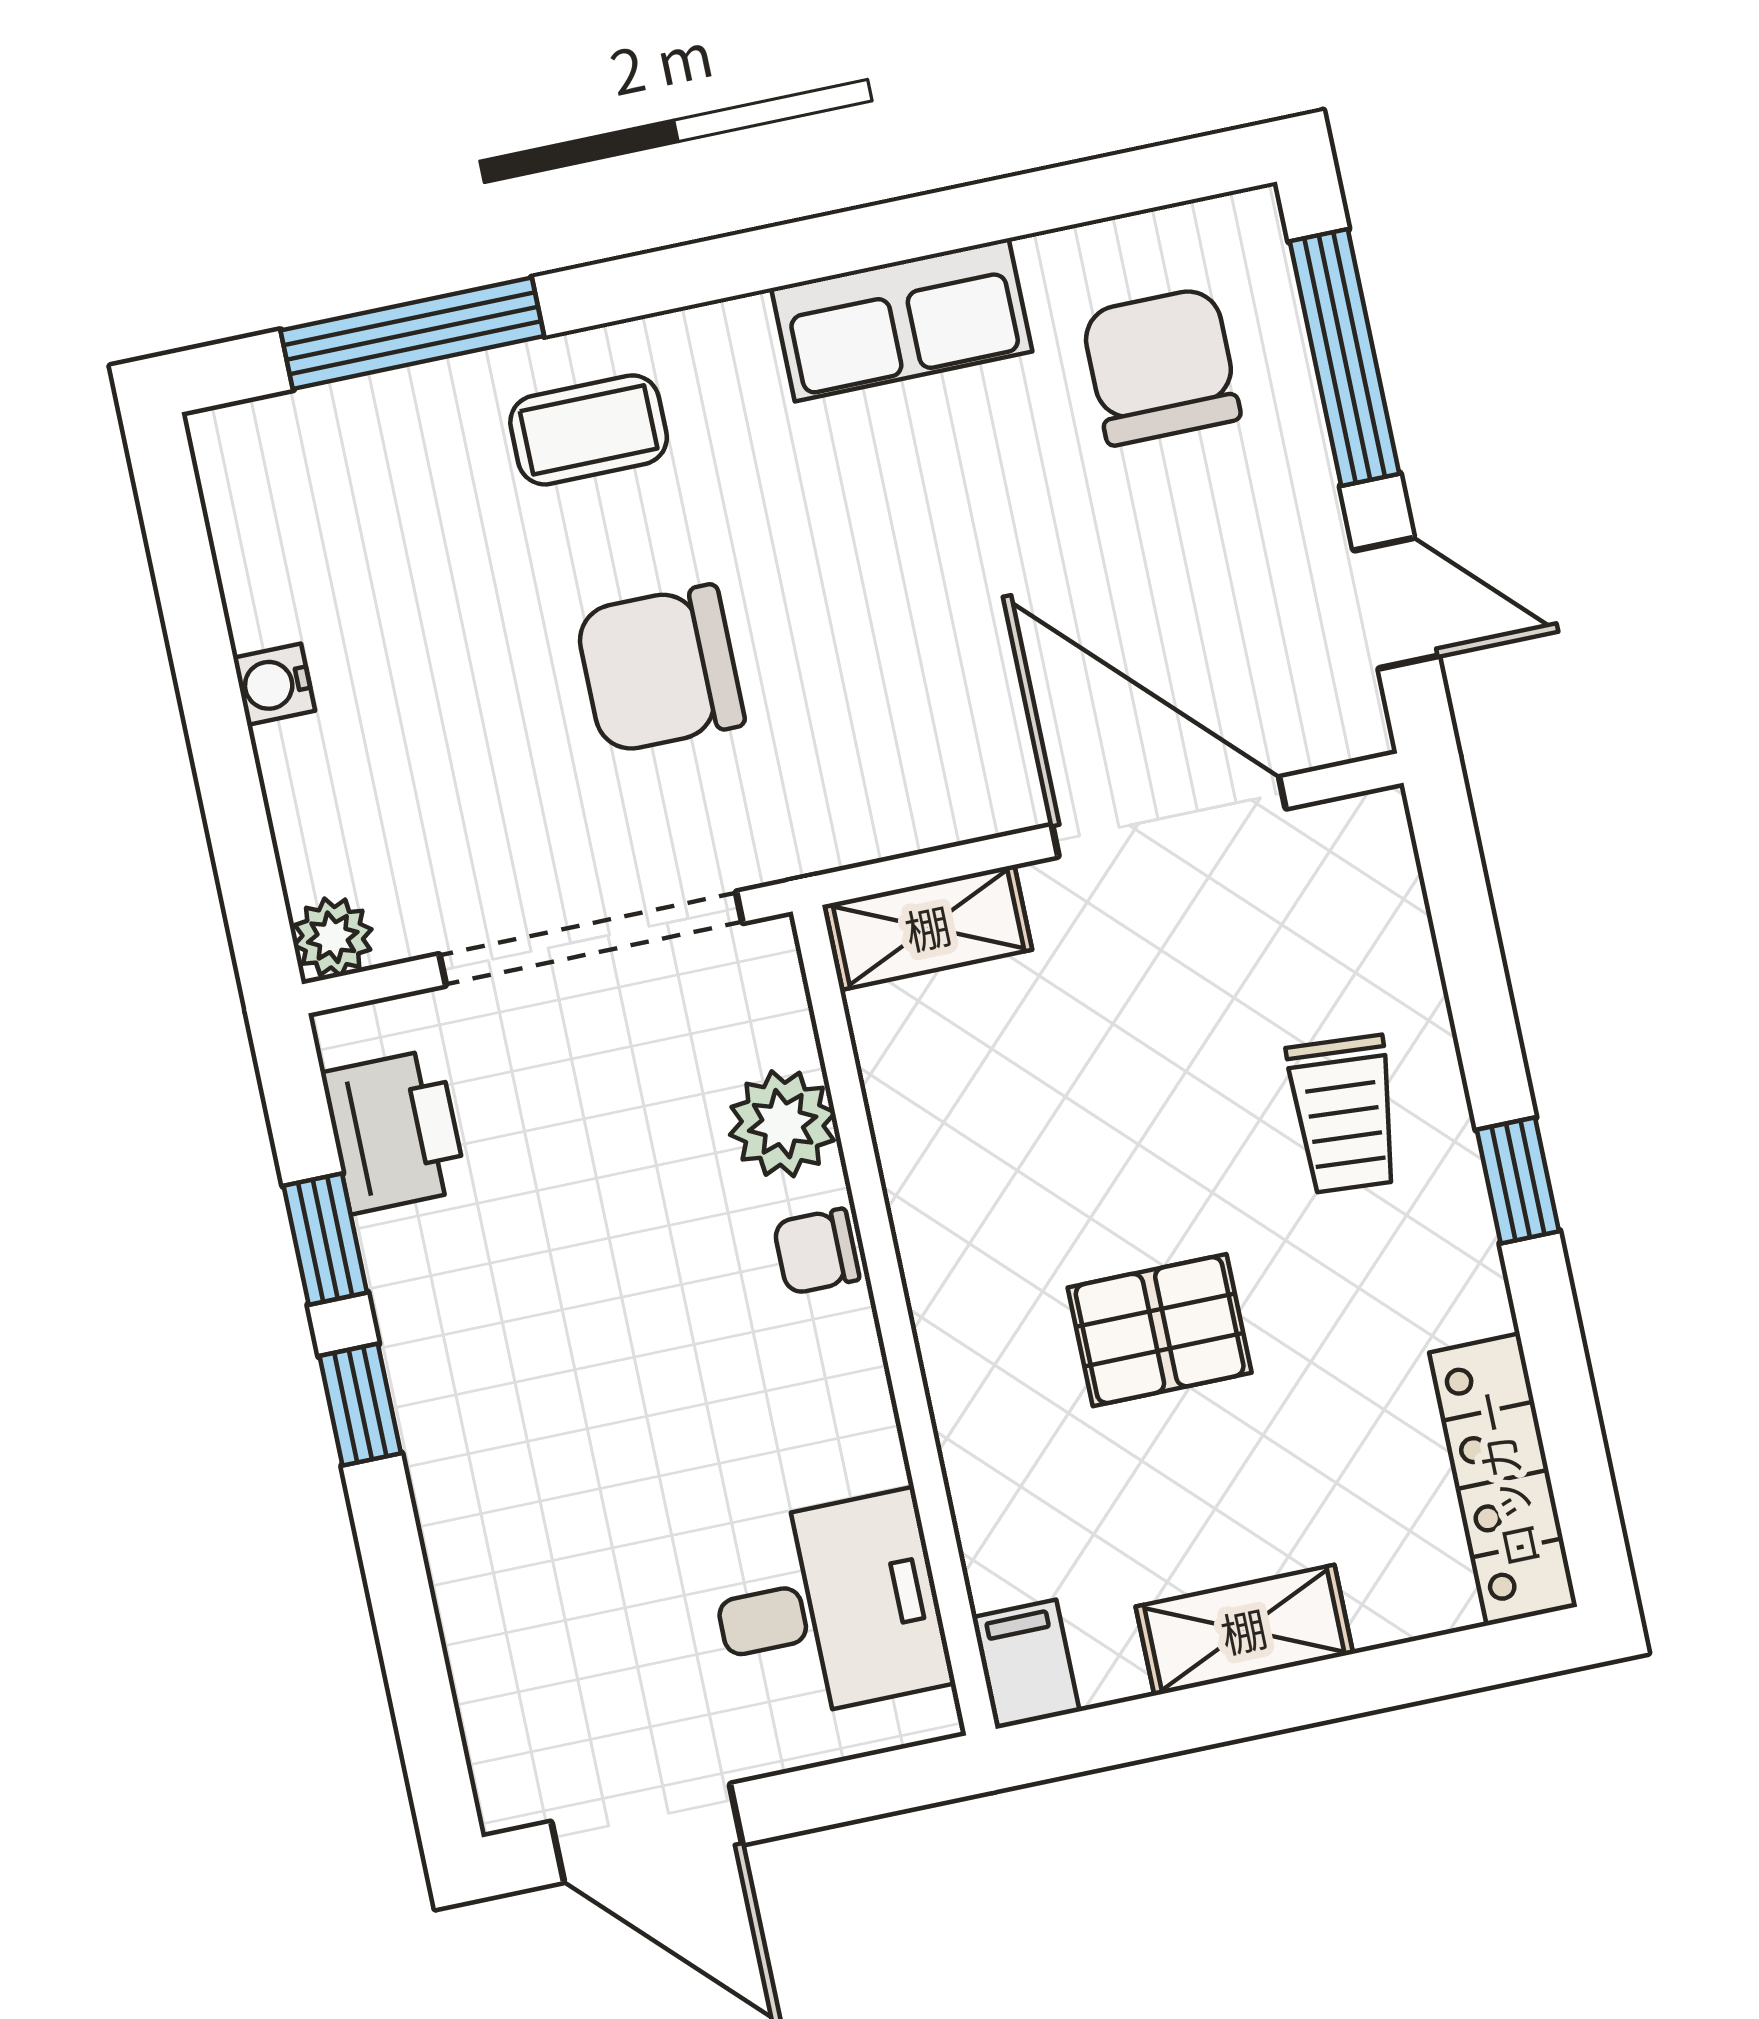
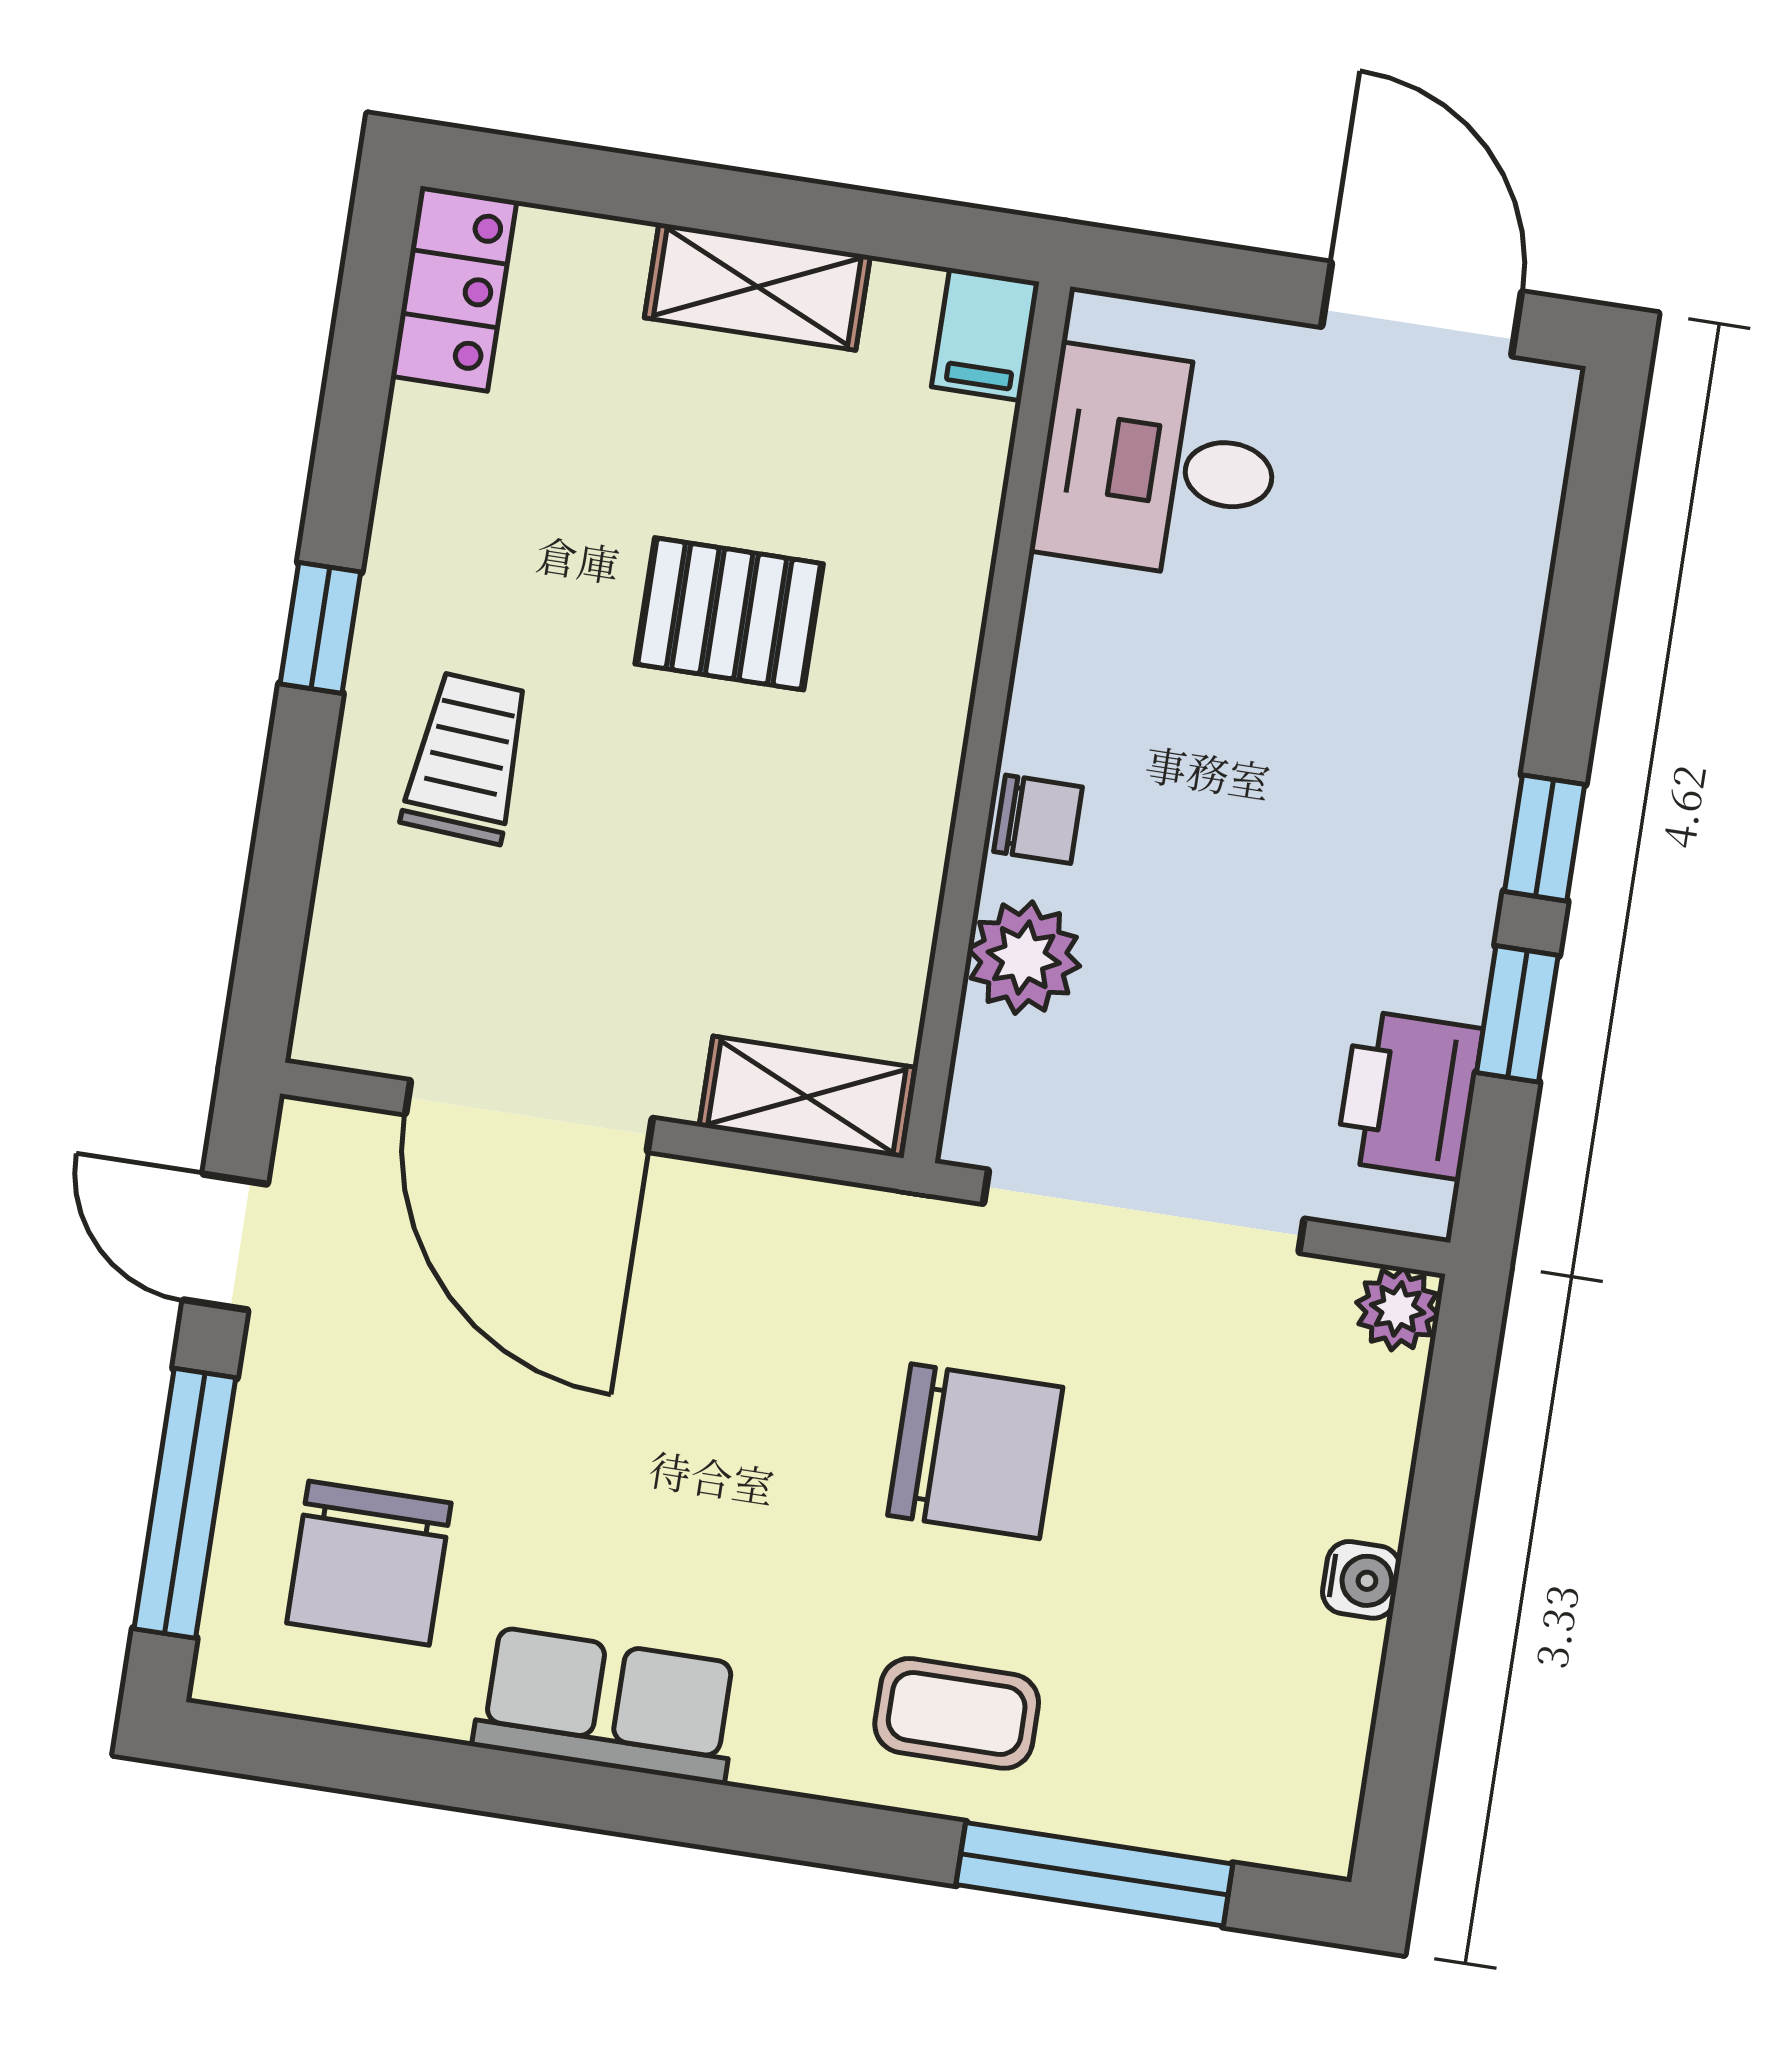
locker: (1503, 1479) -> (454, 289), width x0.66

